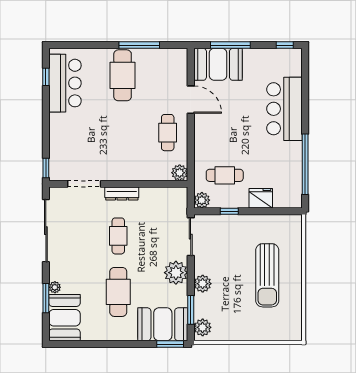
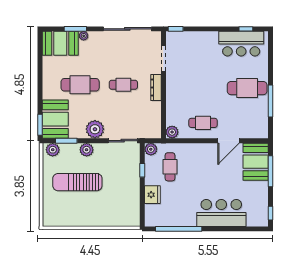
sun lounger: (267, 275) -> (77, 182), moved

